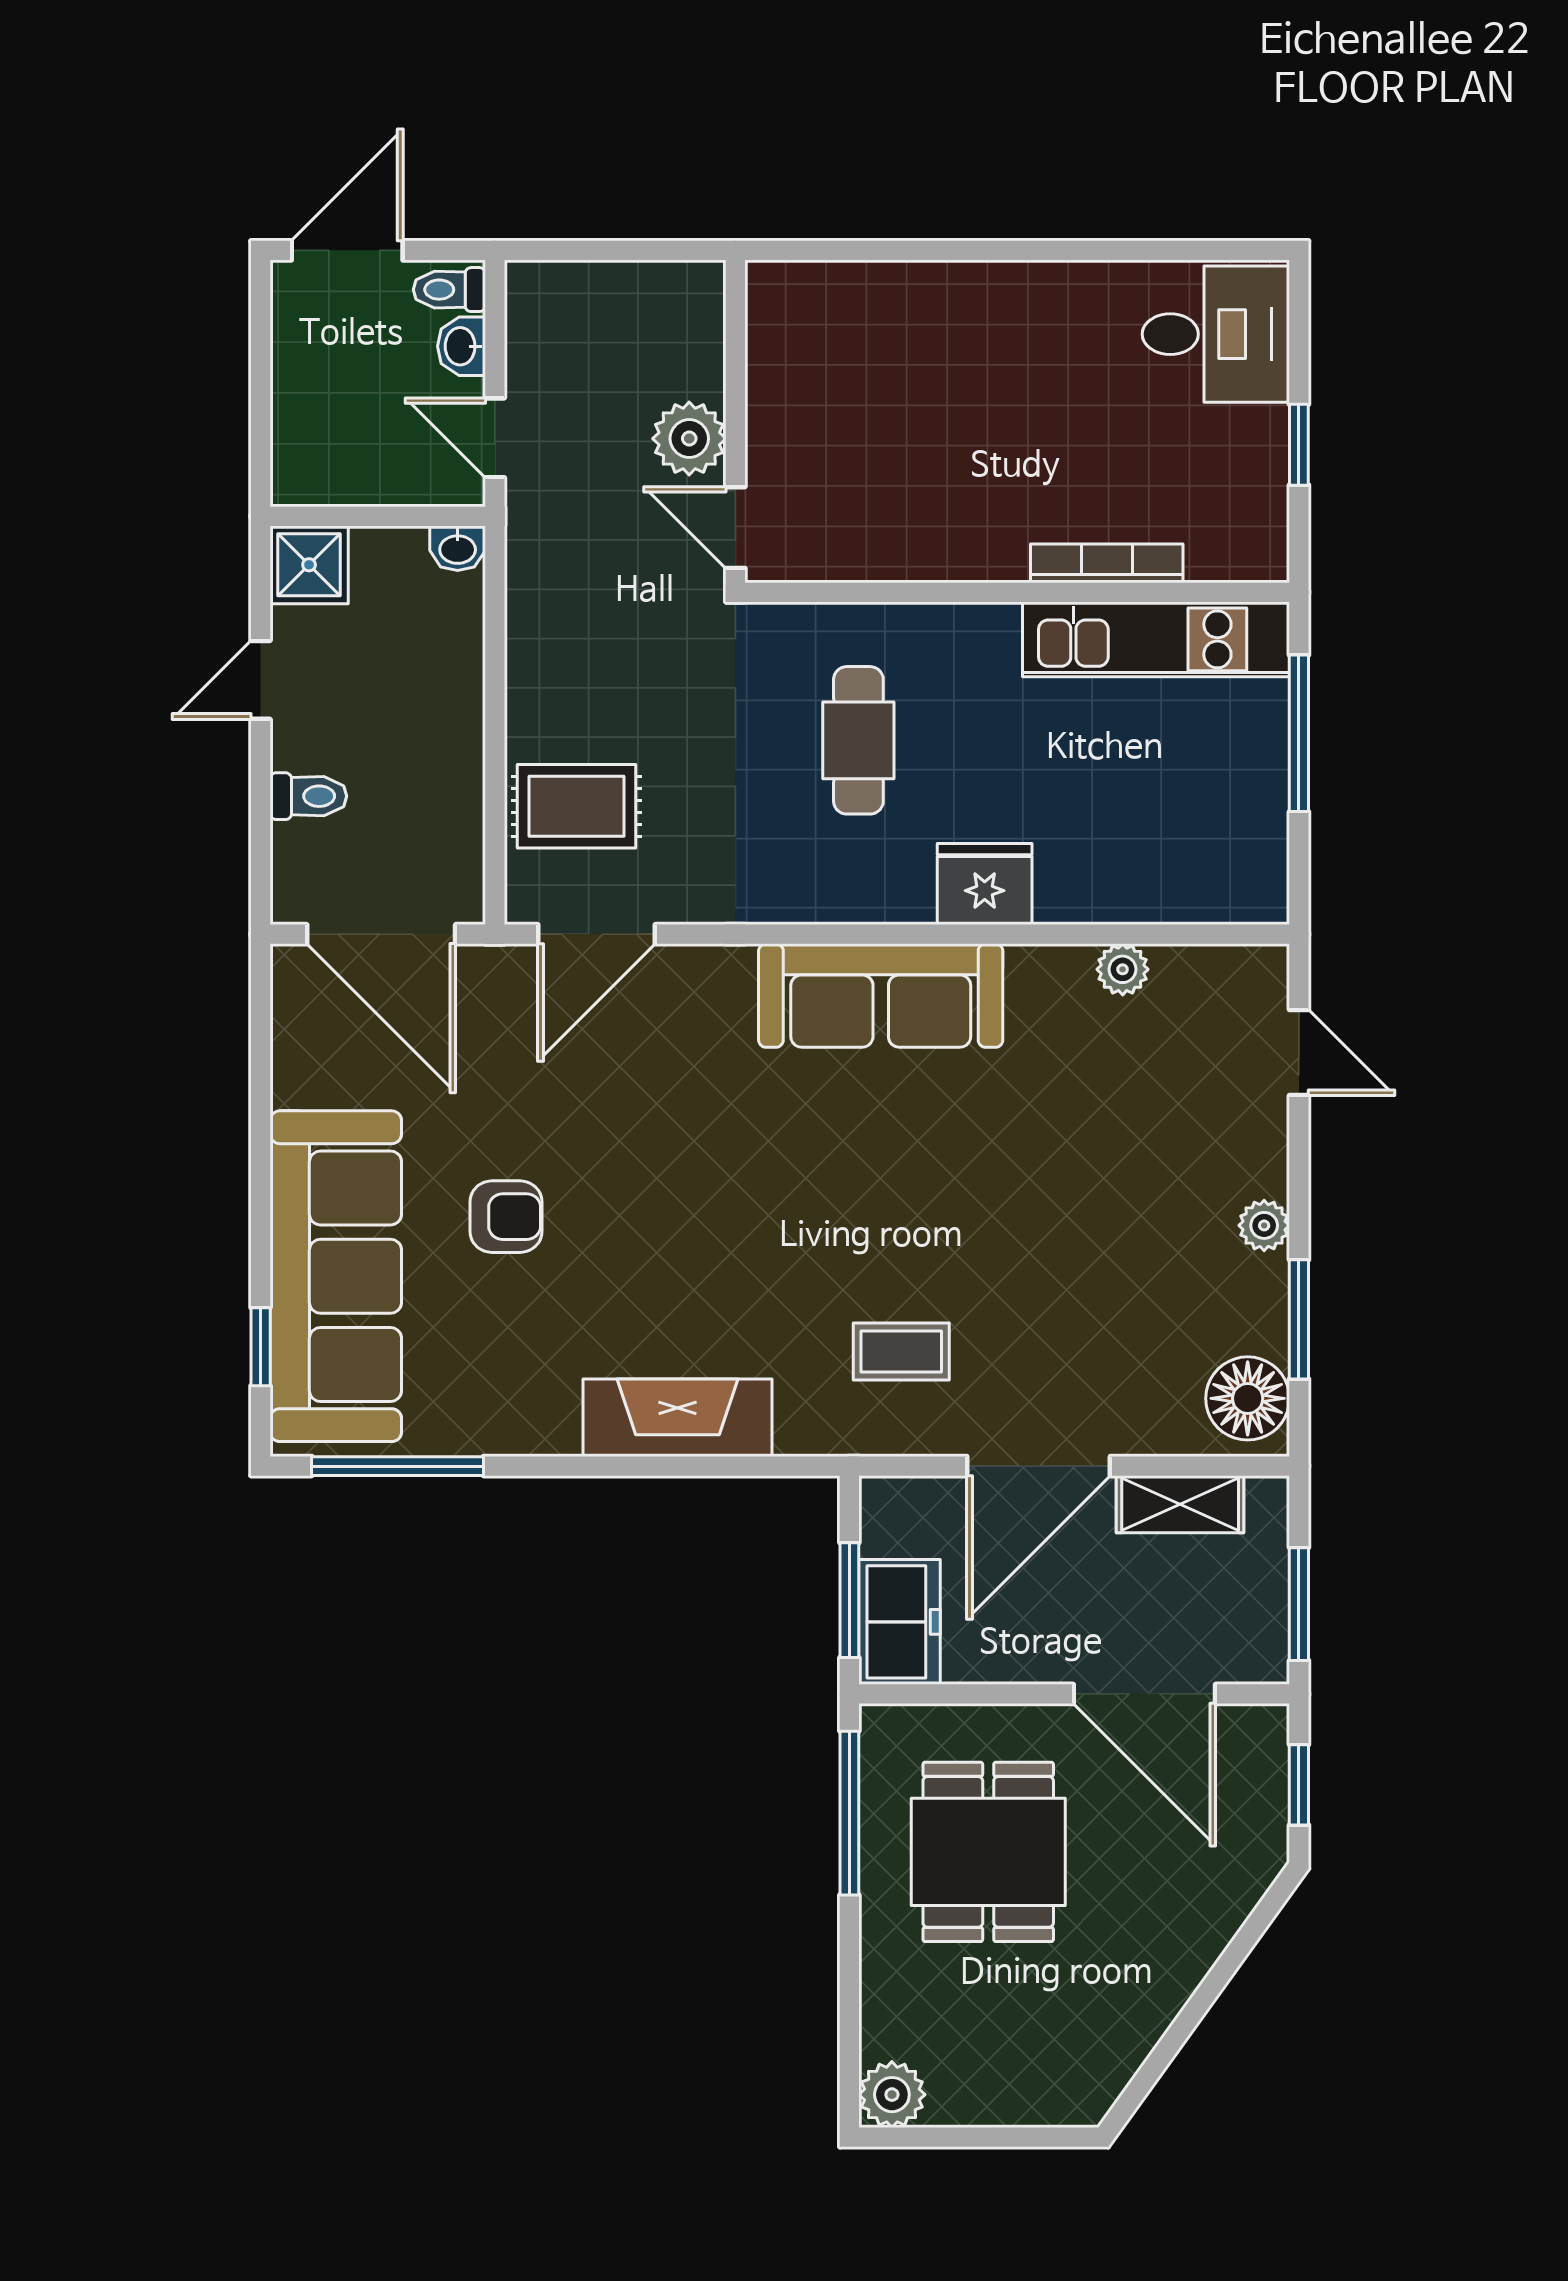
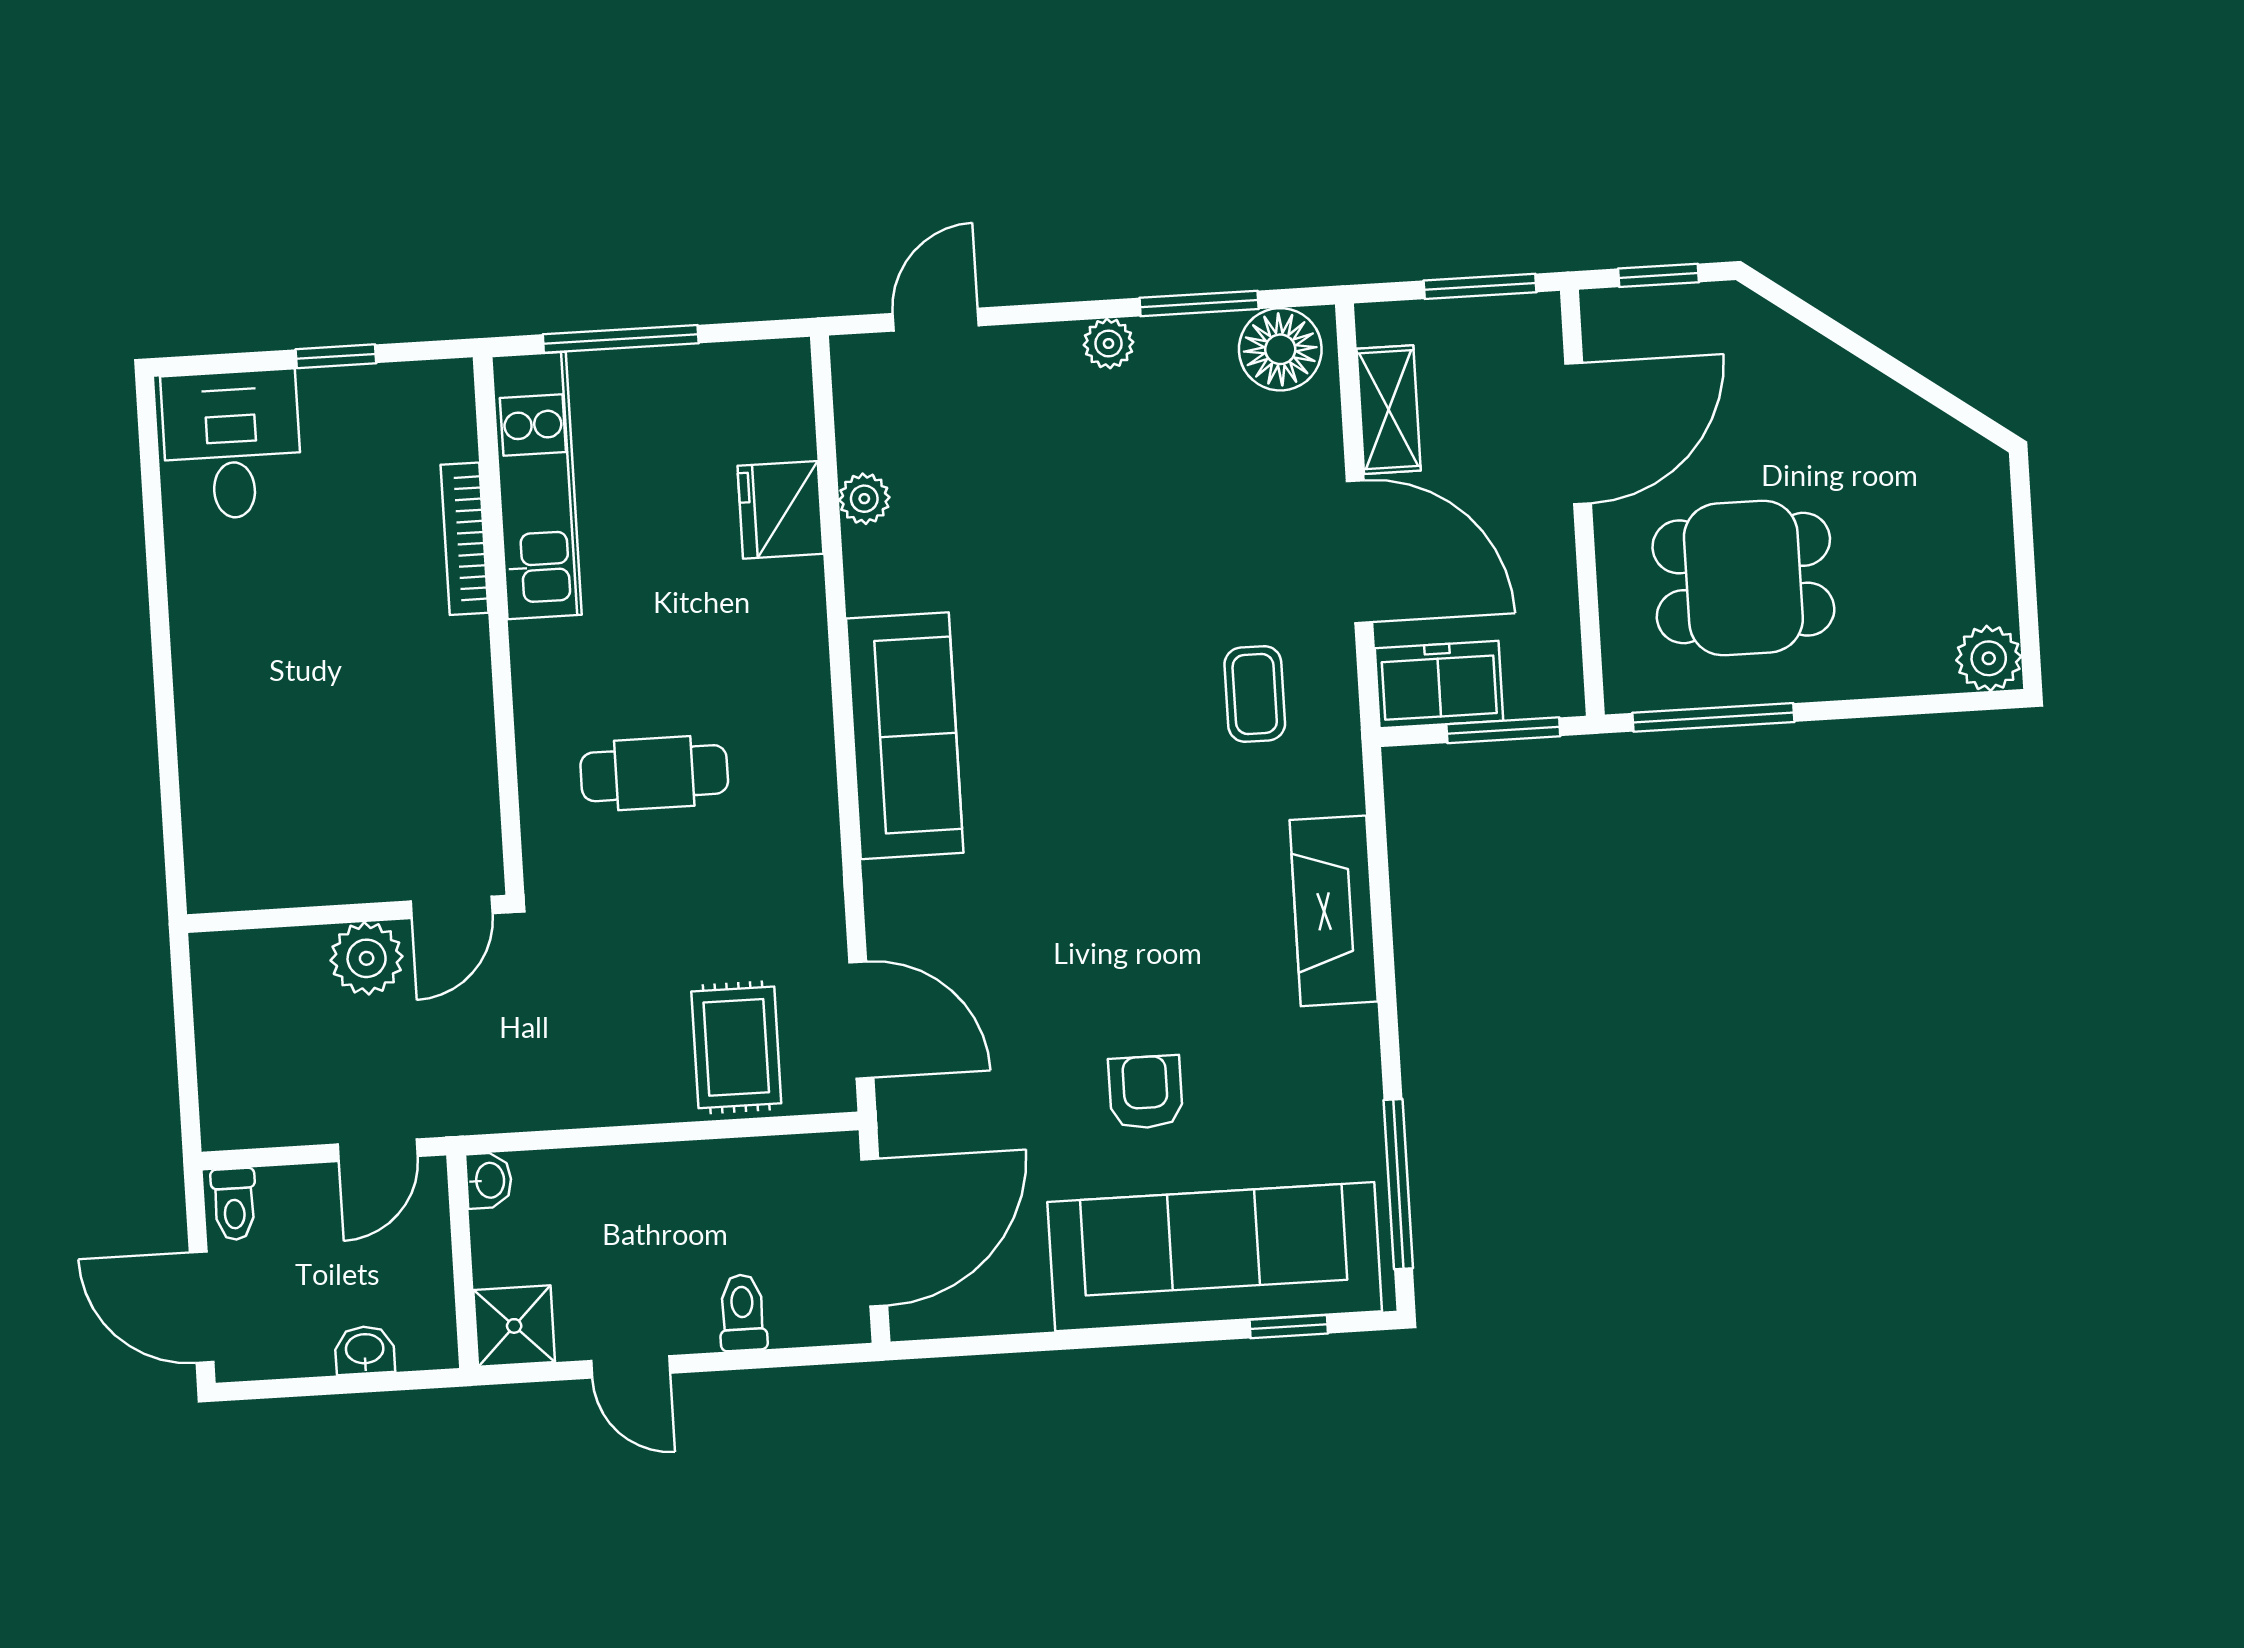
washbasin: (461, 346) -> (365, 1350), moved, turned 180
fridge: (985, 884) -> (780, 510), moved
freezer: (900, 1622) -> (1439, 684), moved

